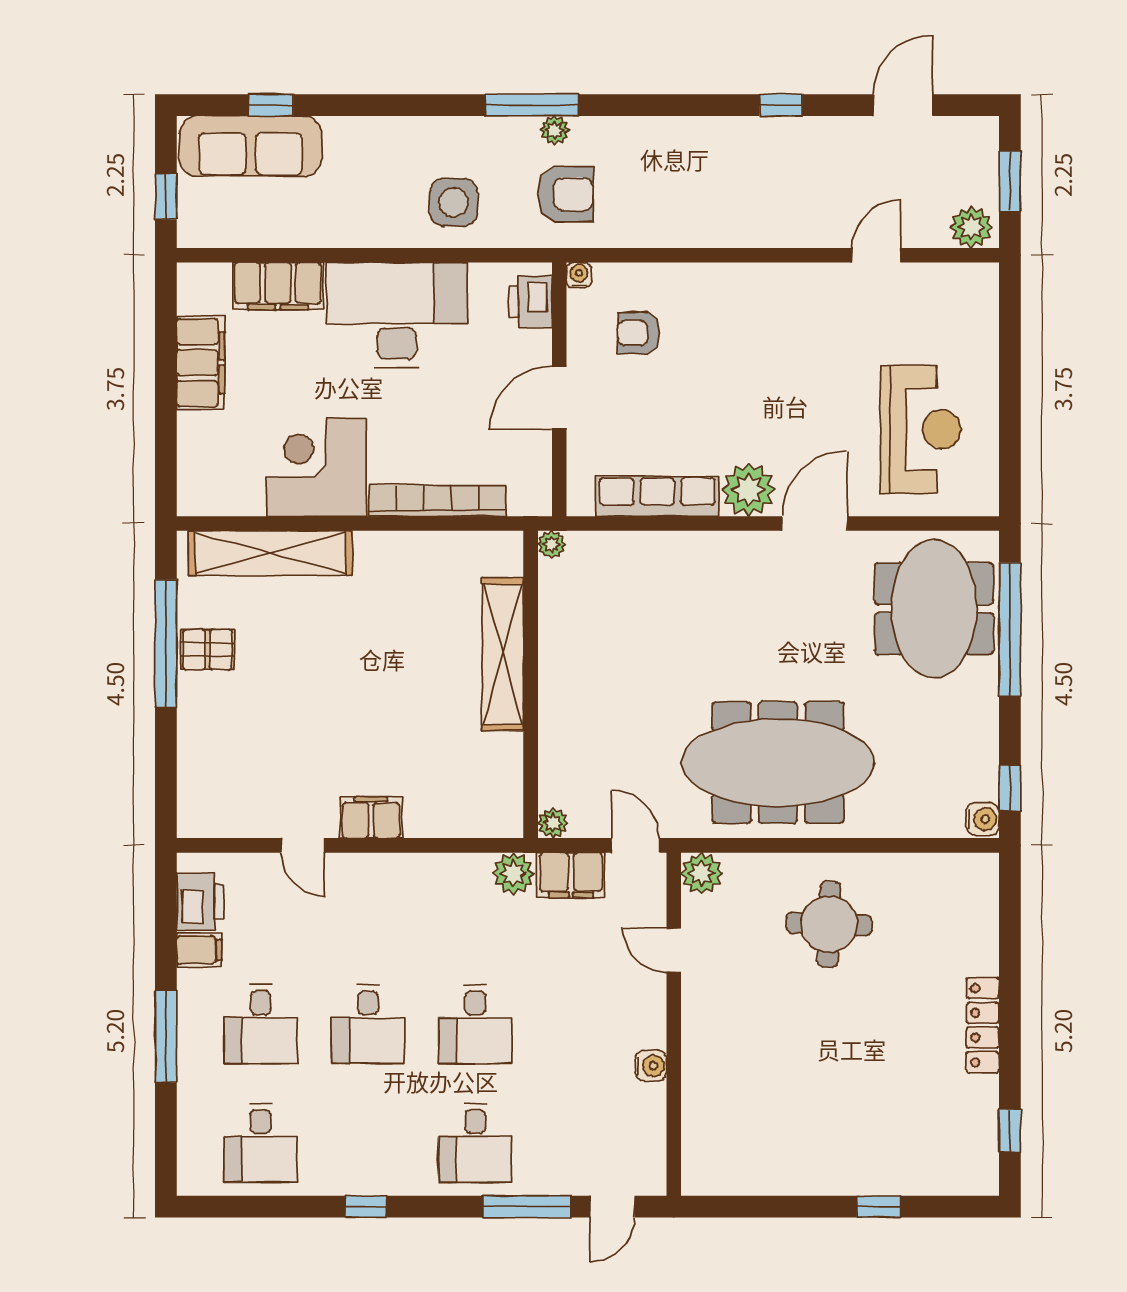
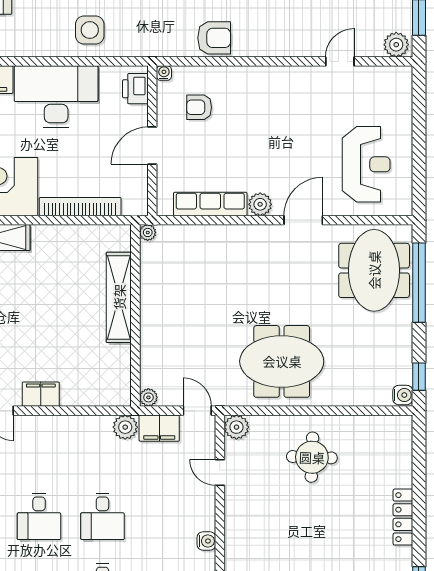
armchair: (565, 194) -> (214, 38), moved
plant: (749, 490) -> (260, 204), width x0.73, depth x0.73
meeting table: (778, 762) -> (282, 361), width x0.73

